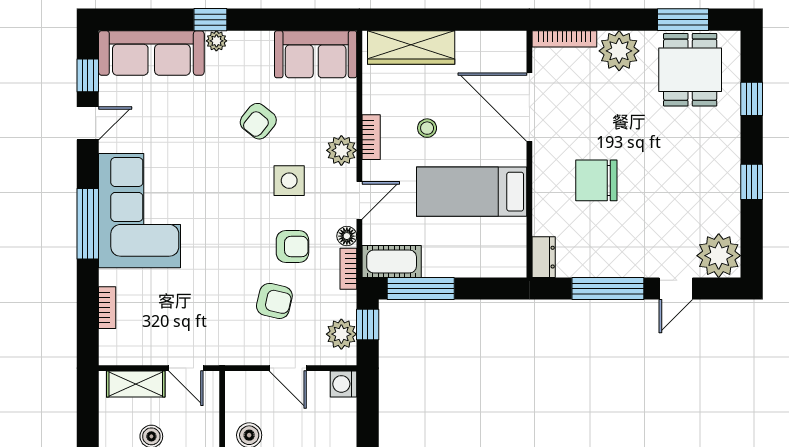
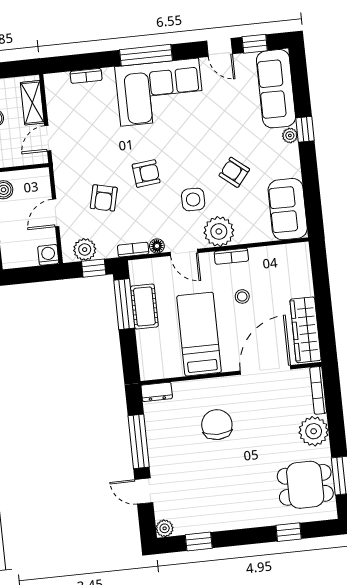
wardrobe: (411, 47) -> (305, 330), moved
plant: (341, 150) -> (219, 231), width x1.36, depth x1.36
window: (752, 182) -> (199, 542), moved
armchair: (292, 247) -> (146, 174), moved, turned -96
plant: (719, 256) -> (165, 528), width x0.53, depth x0.53
cot: (392, 262) -> (144, 306), moved

